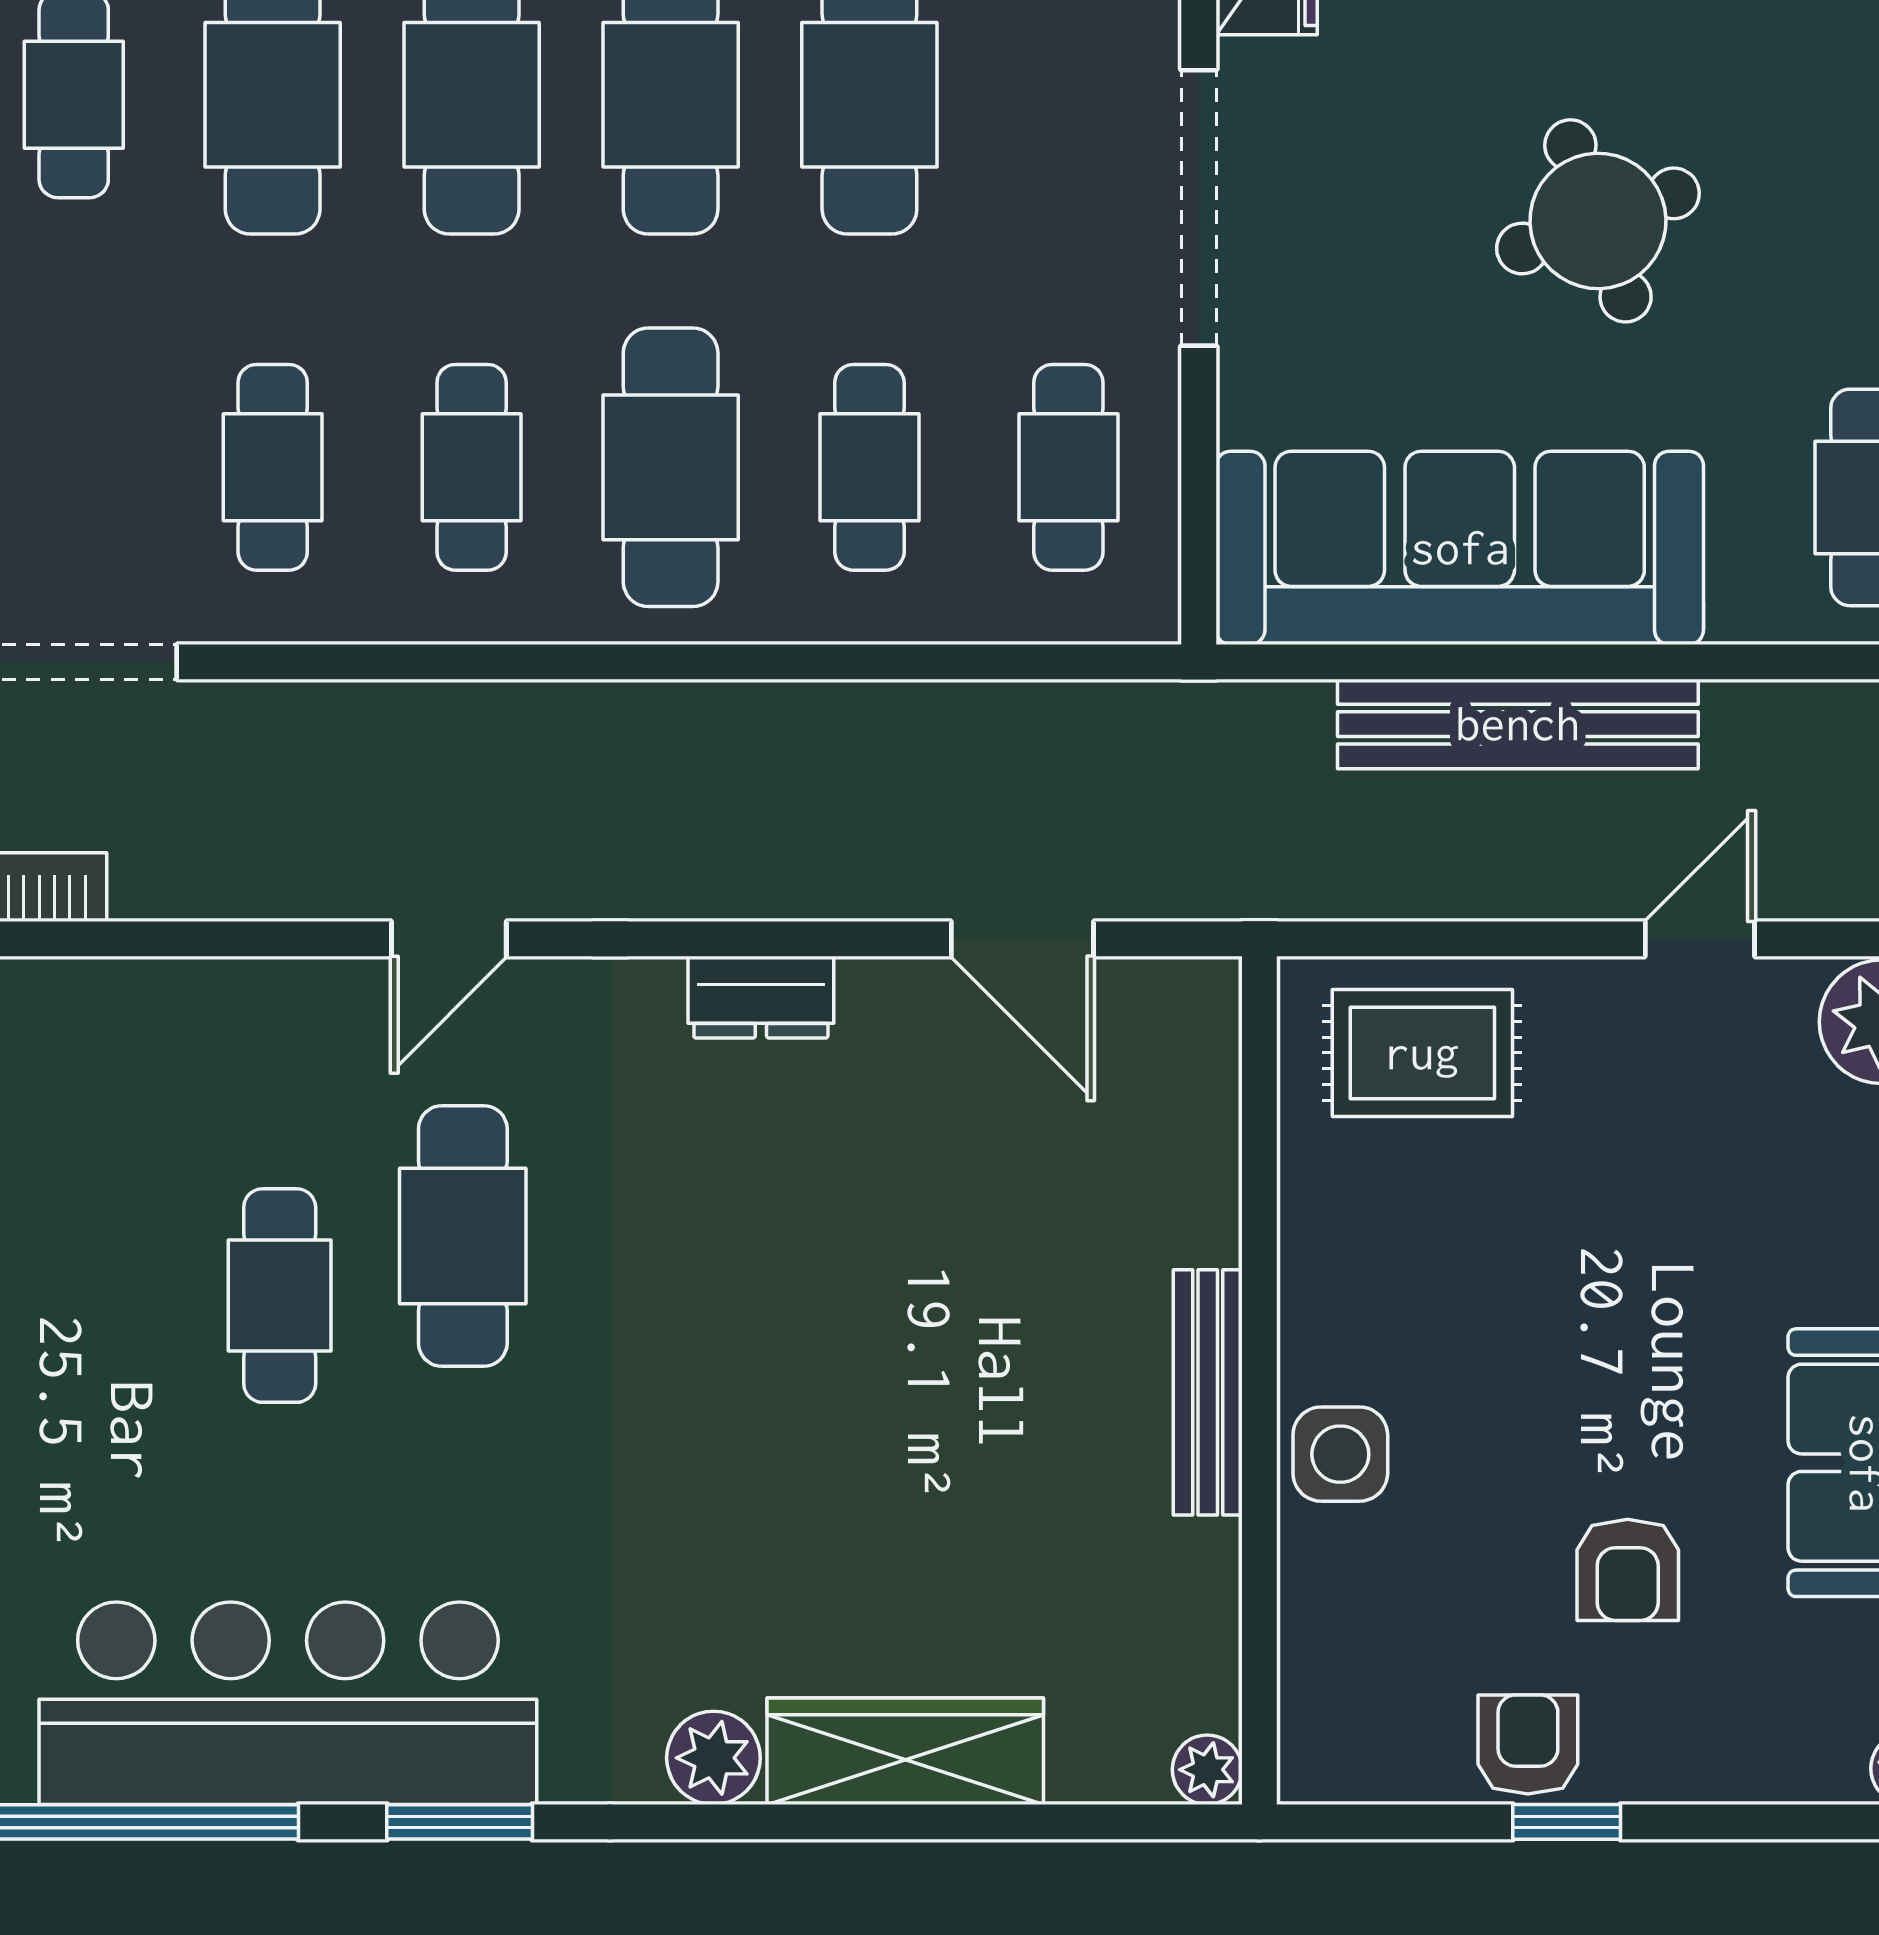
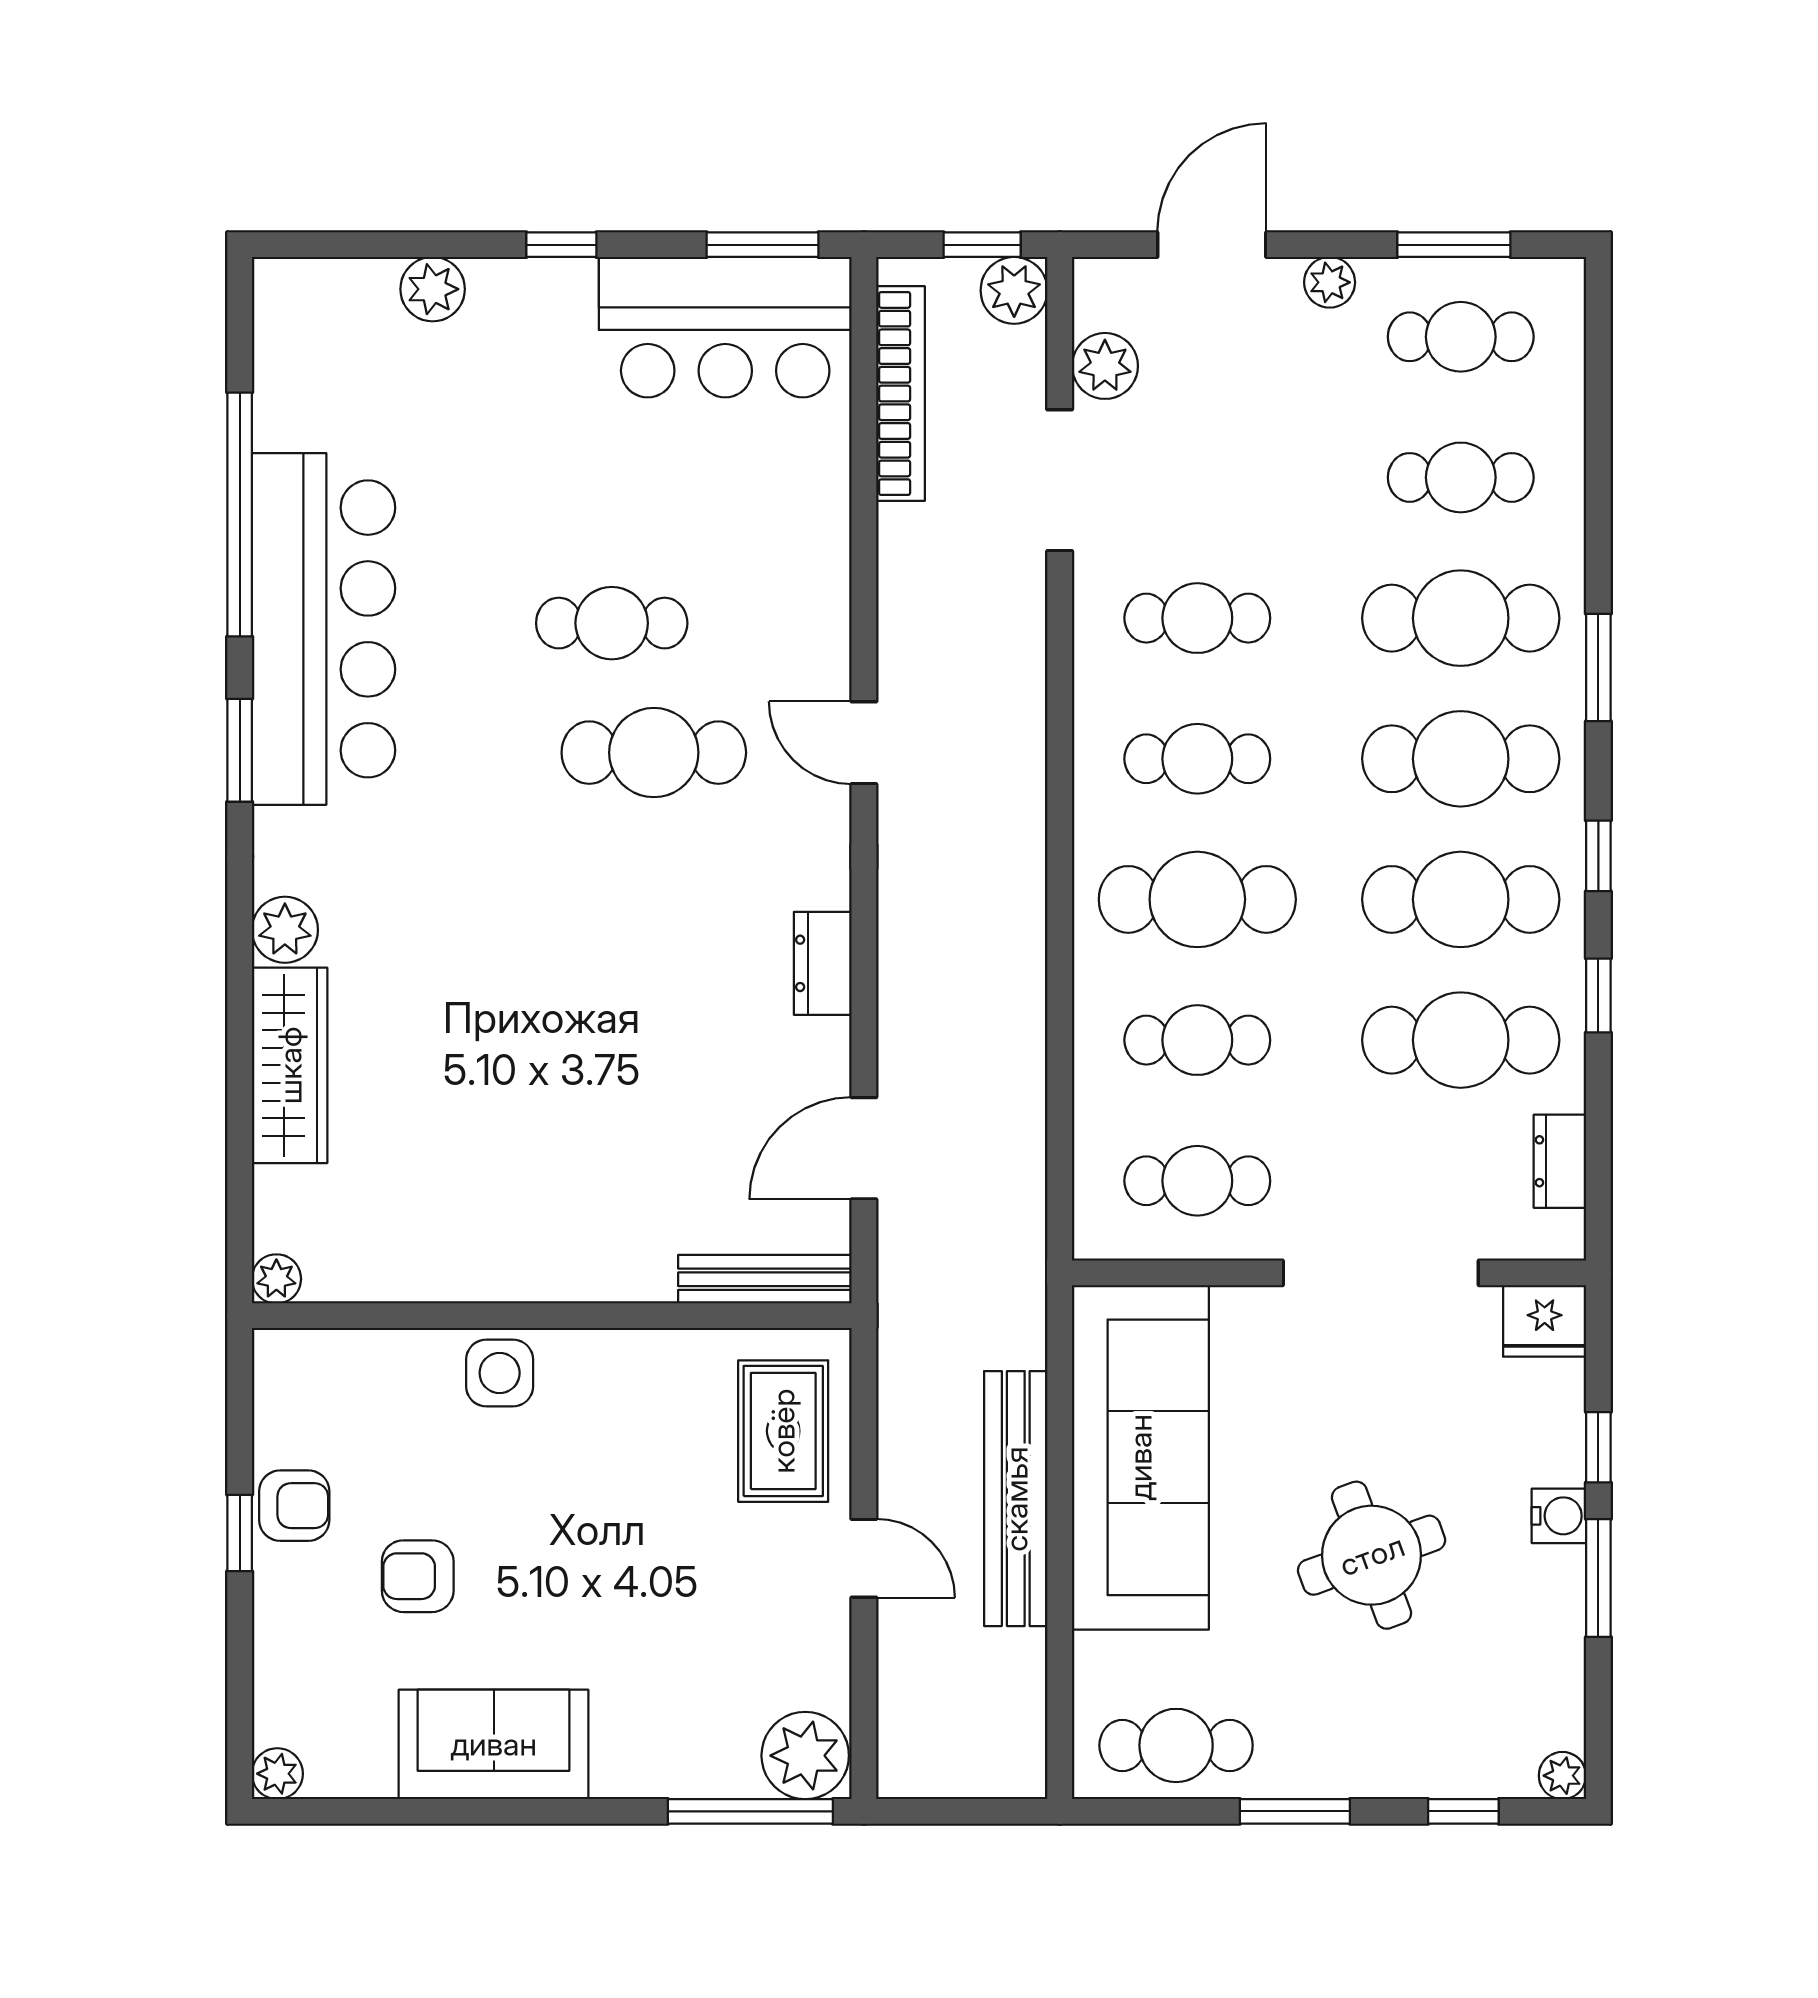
door: (1700, 939) -> (864, 1558), moved
bench: (1208, 1392) -> (765, 1279), moved

